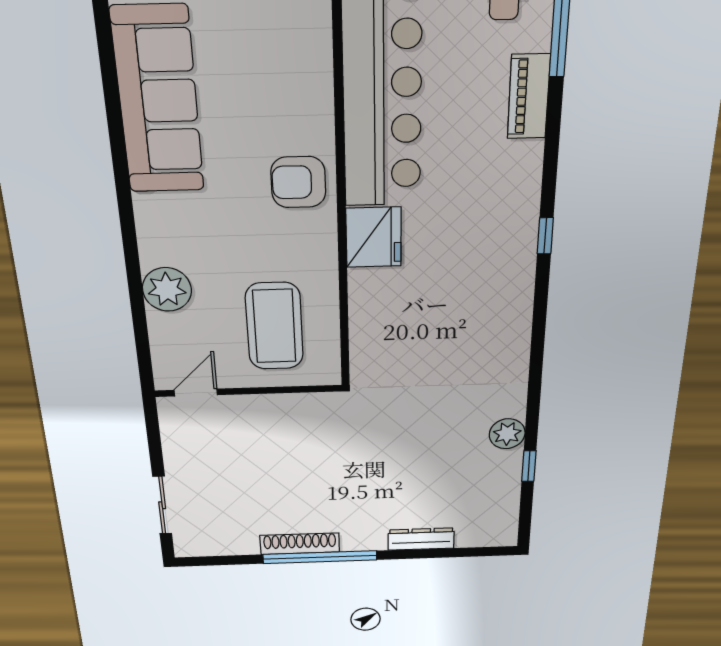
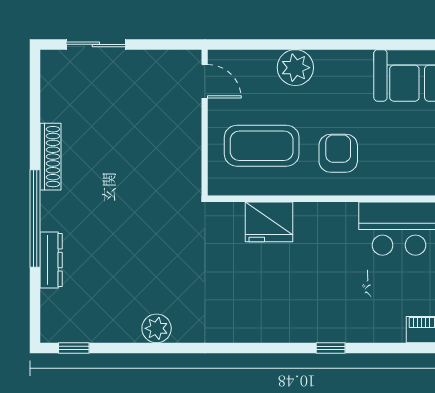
armchair: (298, 182) -> (338, 153), moved
fridge: (374, 237) -> (269, 222), moved
window: (529, 466) -> (74, 348), moved
window: (320, 557) -> (35, 219), moved

